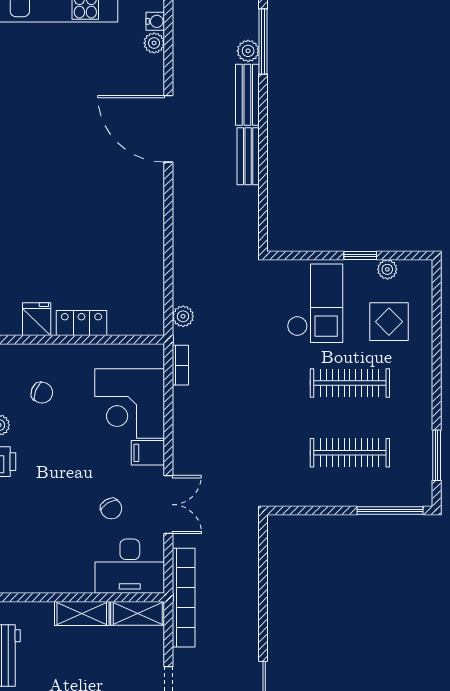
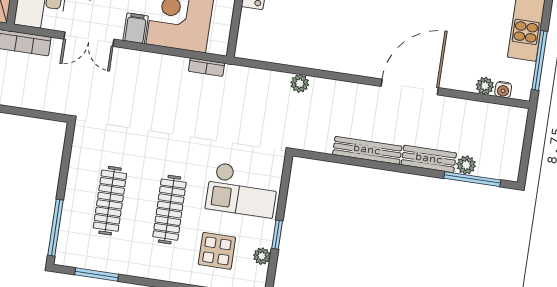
bench: (248, 156) -> (367, 150), width x1.36
plant: (183, 316) -> (300, 83), moved

